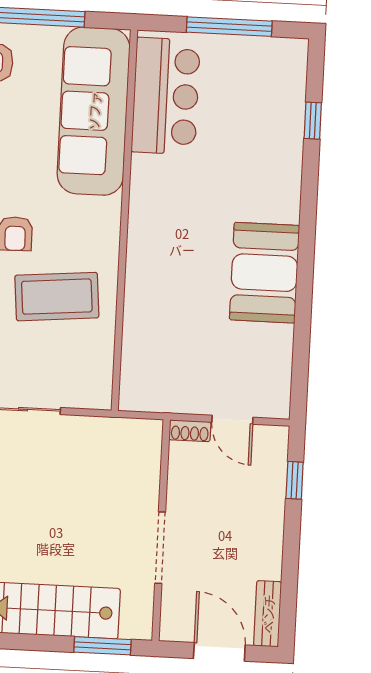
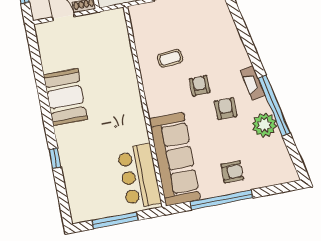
window: (313, 121) -> (55, 158), moved
coffee table: (57, 297) -> (170, 58), width x0.54, depth x0.58

